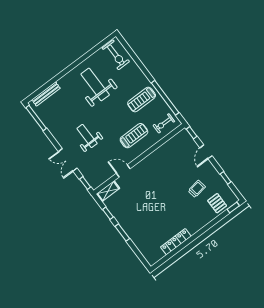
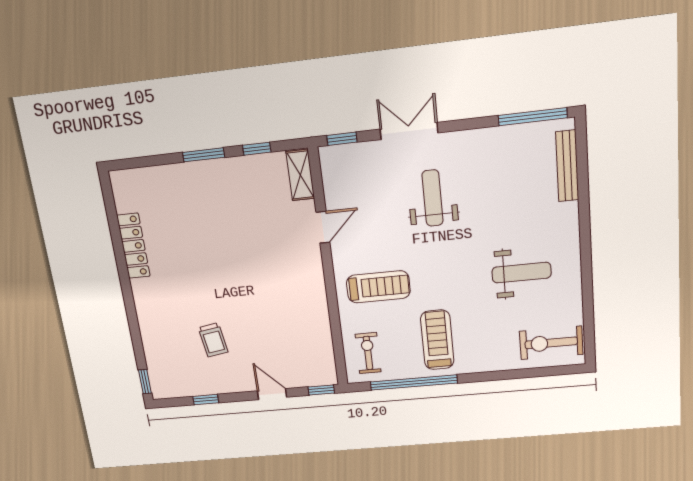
weight bench: (95, 84) -> (522, 273), width x0.73, depth x0.75
weight bench: (87, 136) -> (432, 198), turned -90
treadmill: (134, 136) -> (378, 287), turned -90
pallet: (217, 203) -> (167, 359), removed

